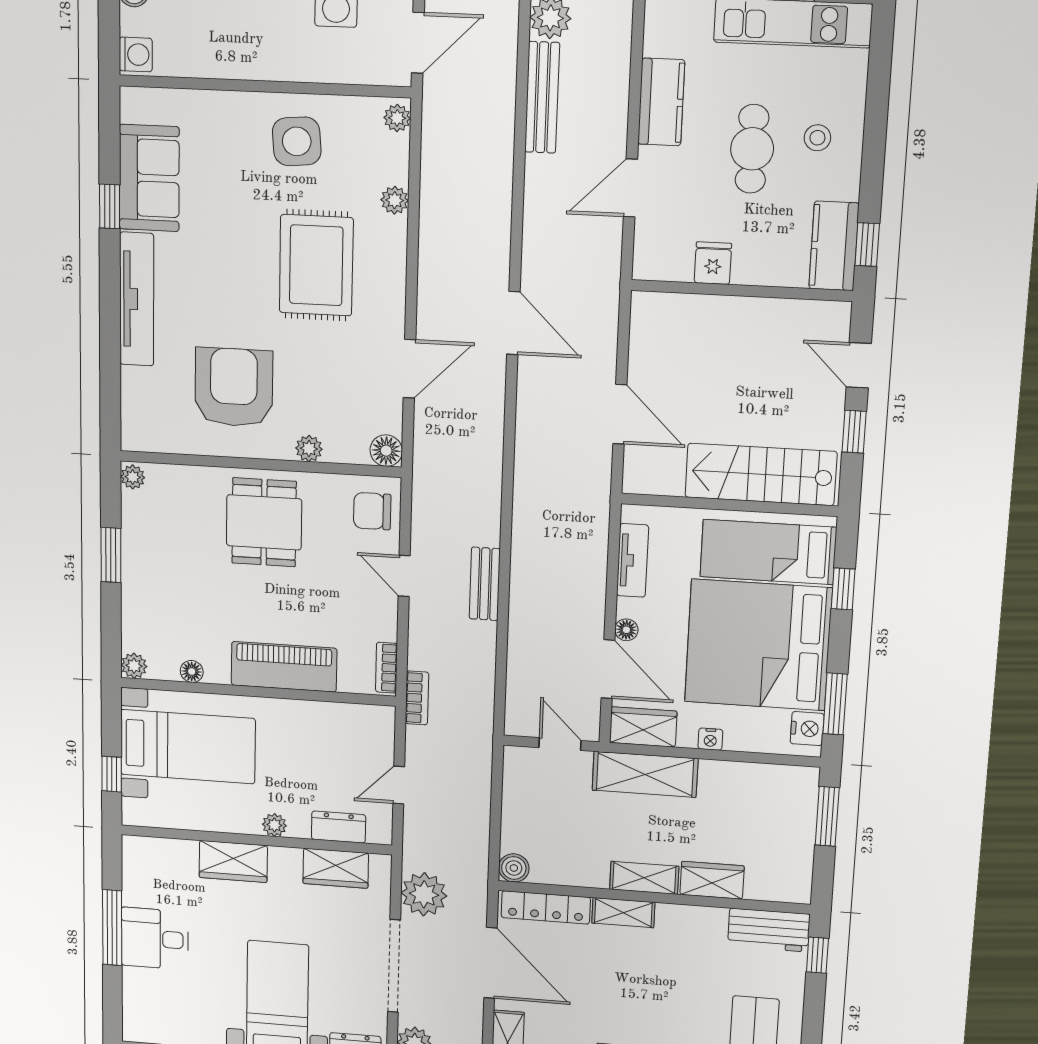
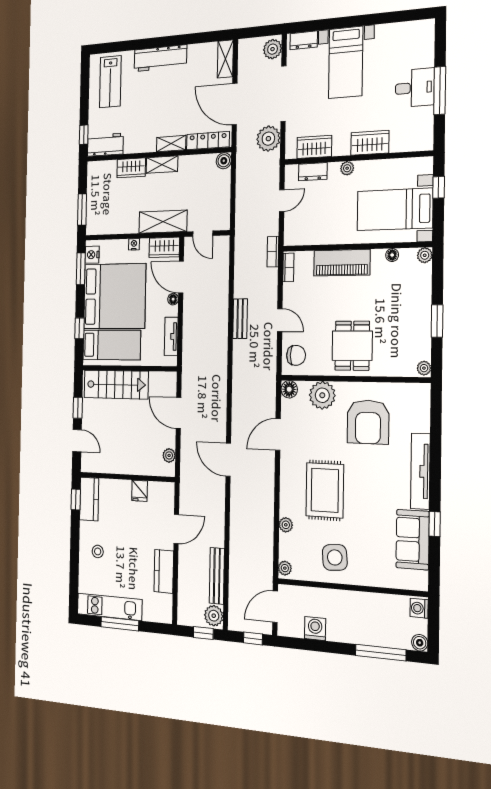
cafe table: (752, 149) -> (125, 547), removed
plant: (643, 333) -> (169, 455), added
plant: (309, 449) -> (322, 395), width x1.87, depth x1.87

